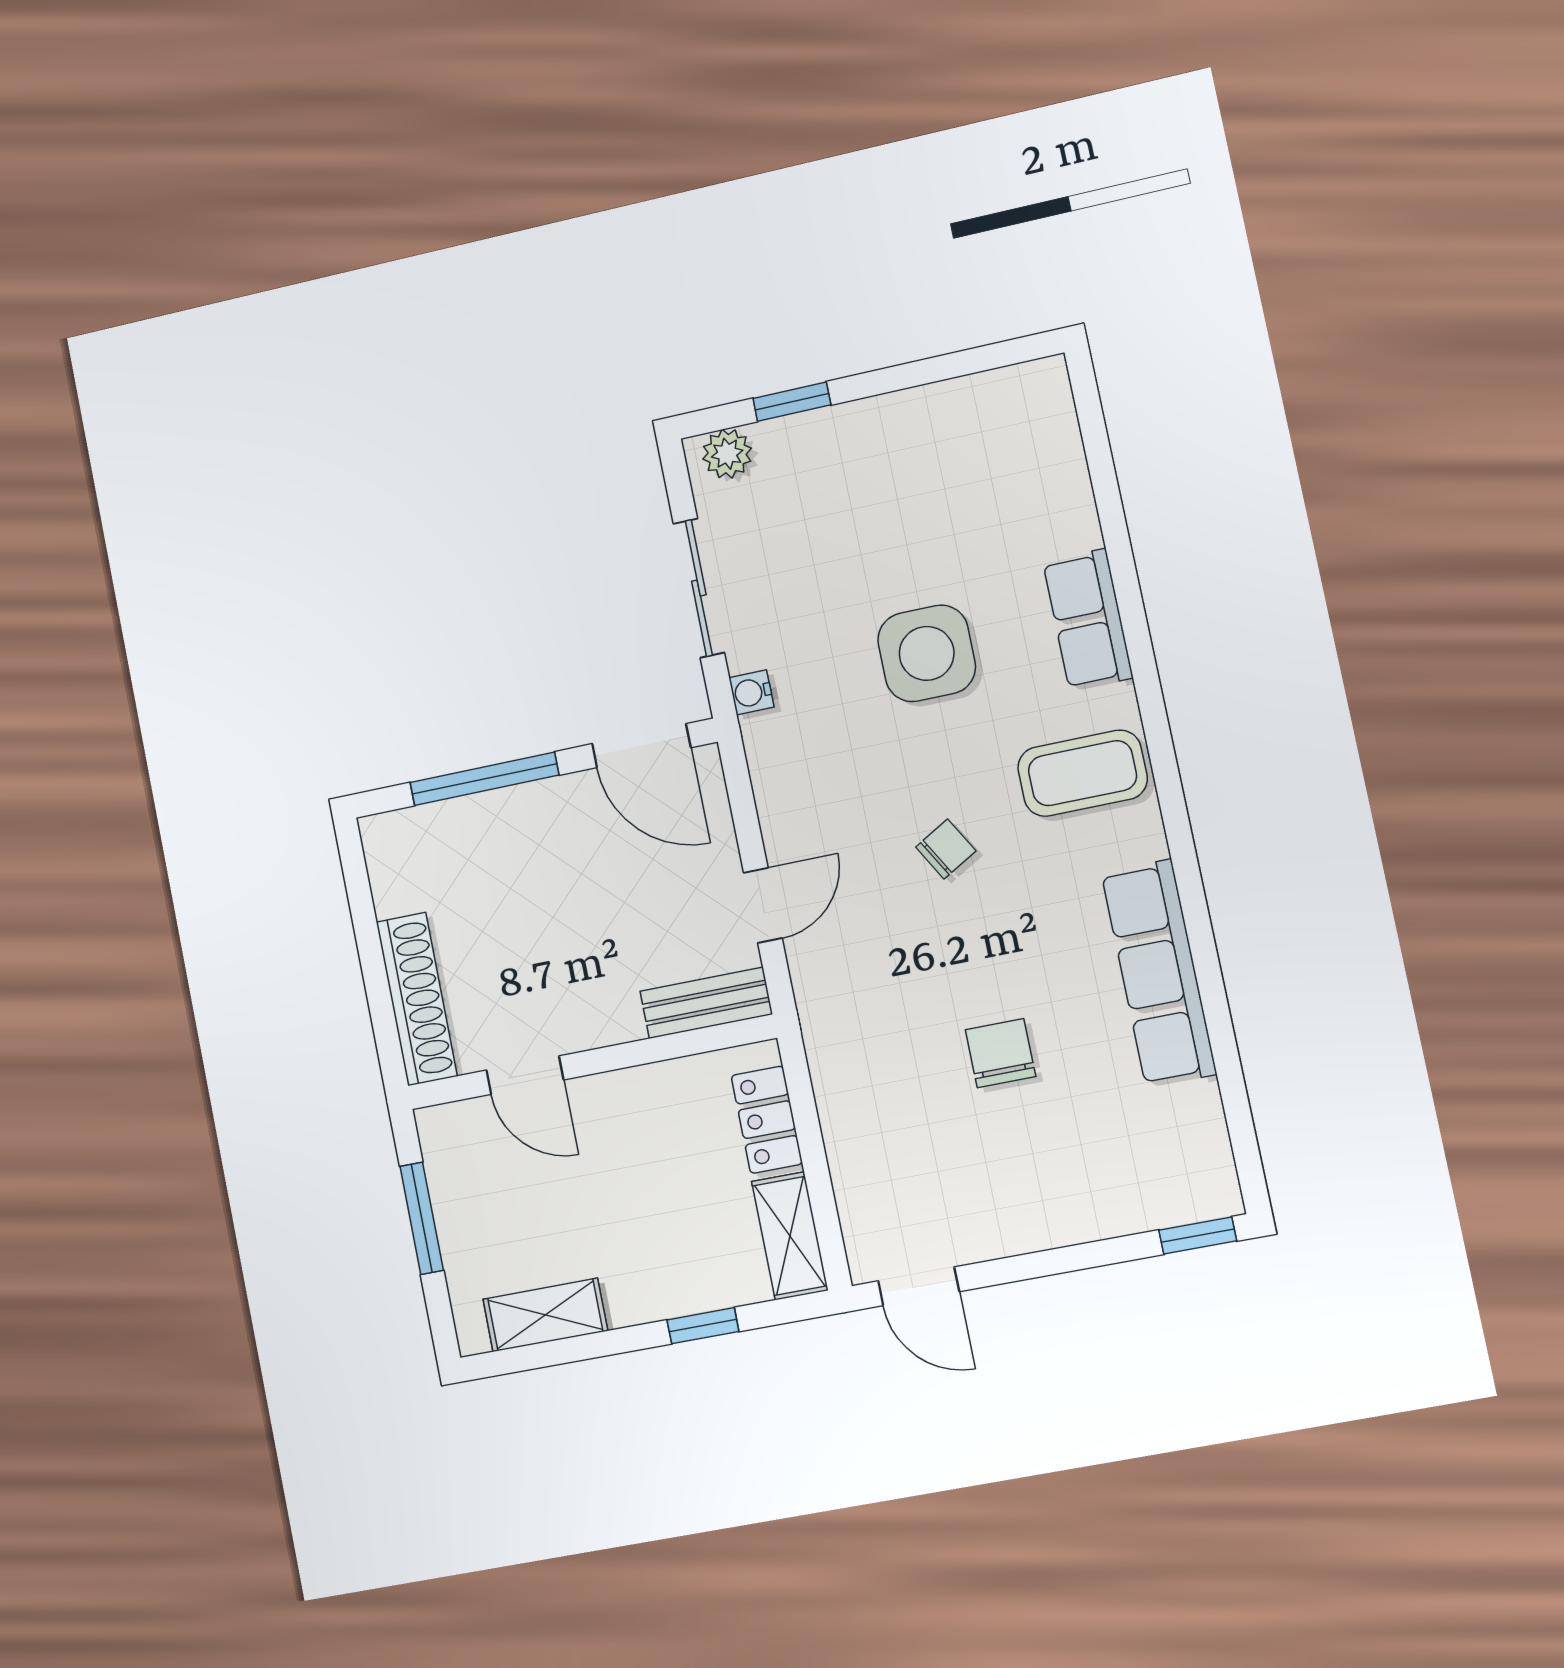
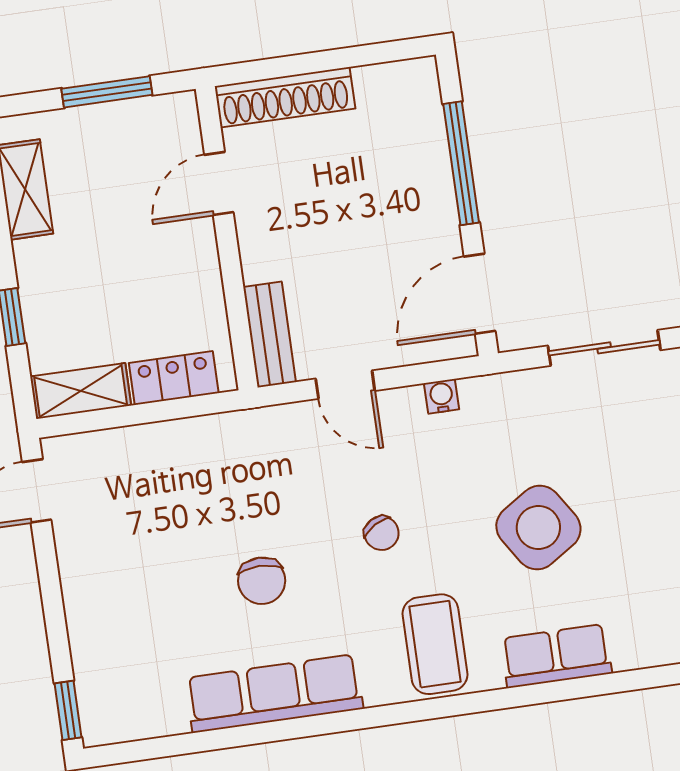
side table: (927, 653) -> (538, 528), turned -33
water cooler: (751, 692) -> (442, 396), moved
chair: (1000, 1053) -> (262, 581), moved, turned 90

